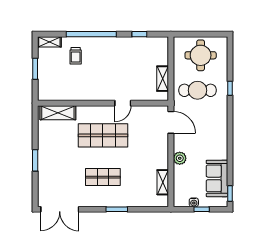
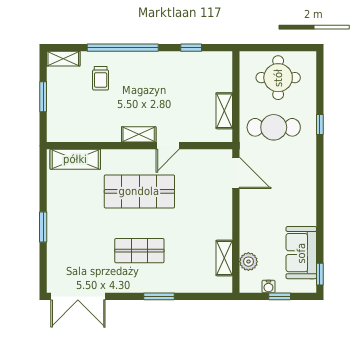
shelving: (102, 95) -> (139, 134), added
plant: (180, 158) -> (248, 262), moved

